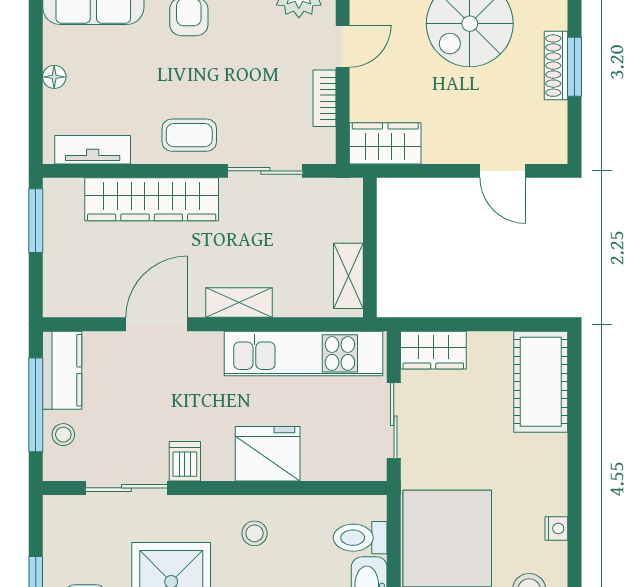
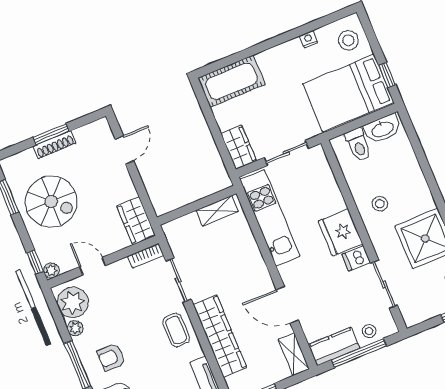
bookcase: (324, 98) -> (146, 256), moved
shelving: (239, 303) -> (294, 354), moved
fridge: (268, 454) -> (340, 232), moved

